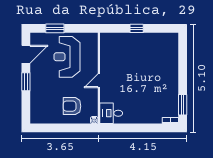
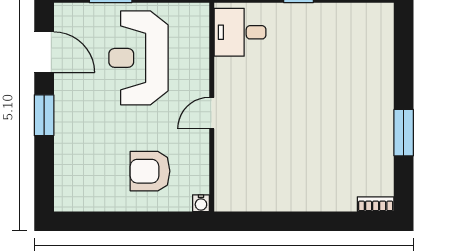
door: (26, 54) -> (44, 52), hinge flipped
window: (183, 105) -> (404, 133), moved
desk: (111, 113) -> (240, 32), moved

